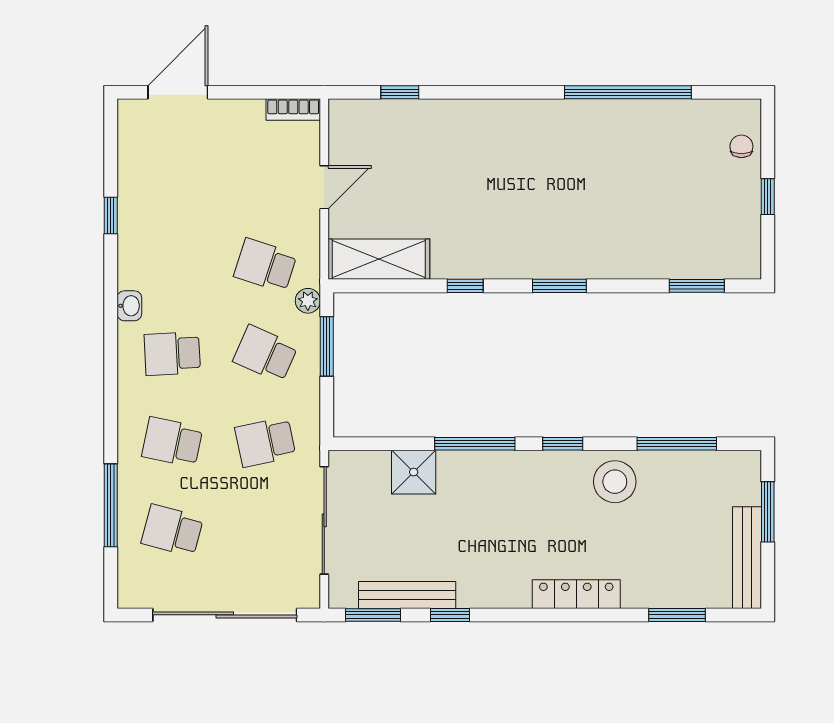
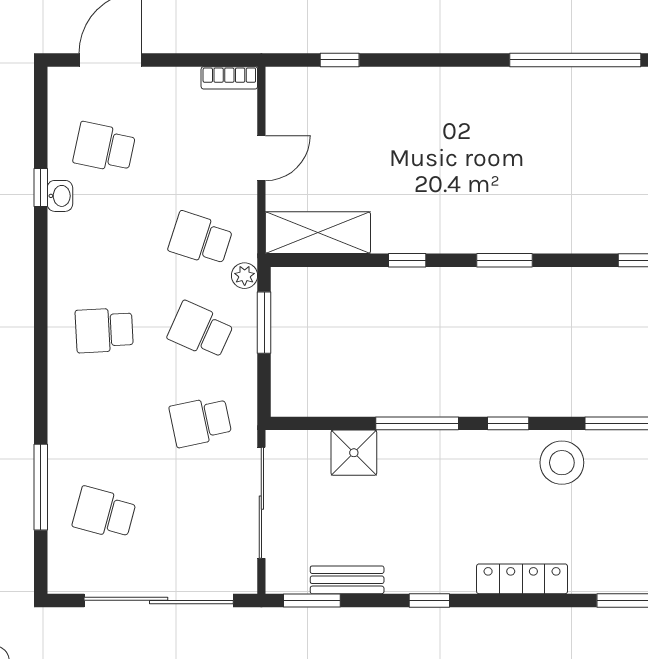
washbasin: (129, 306) -> (60, 196), moved
school desk: (172, 442) -> (104, 147), moved
bench: (407, 595) -> (347, 580), width x0.73
window: (450, 615) -> (429, 600), moved

